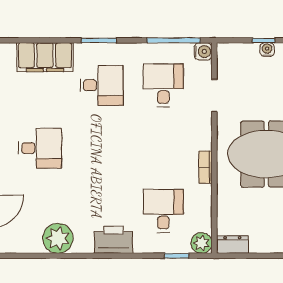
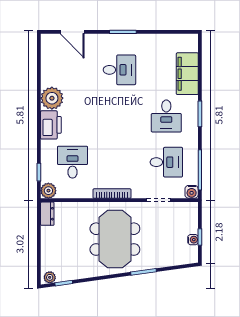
desk: (40, 148) -> (119, 70), turned -90
bookcase: (205, 167) -> (112, 194), width x1.56
desk: (163, 211) -> (73, 162), turned -90
plant: (58, 238) -> (52, 98), moved

